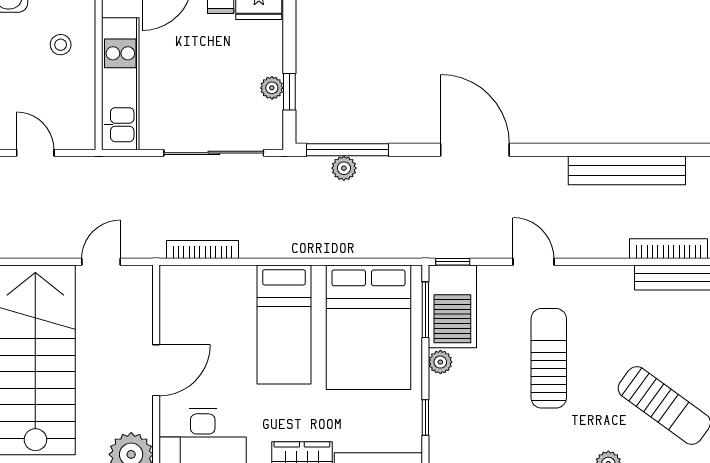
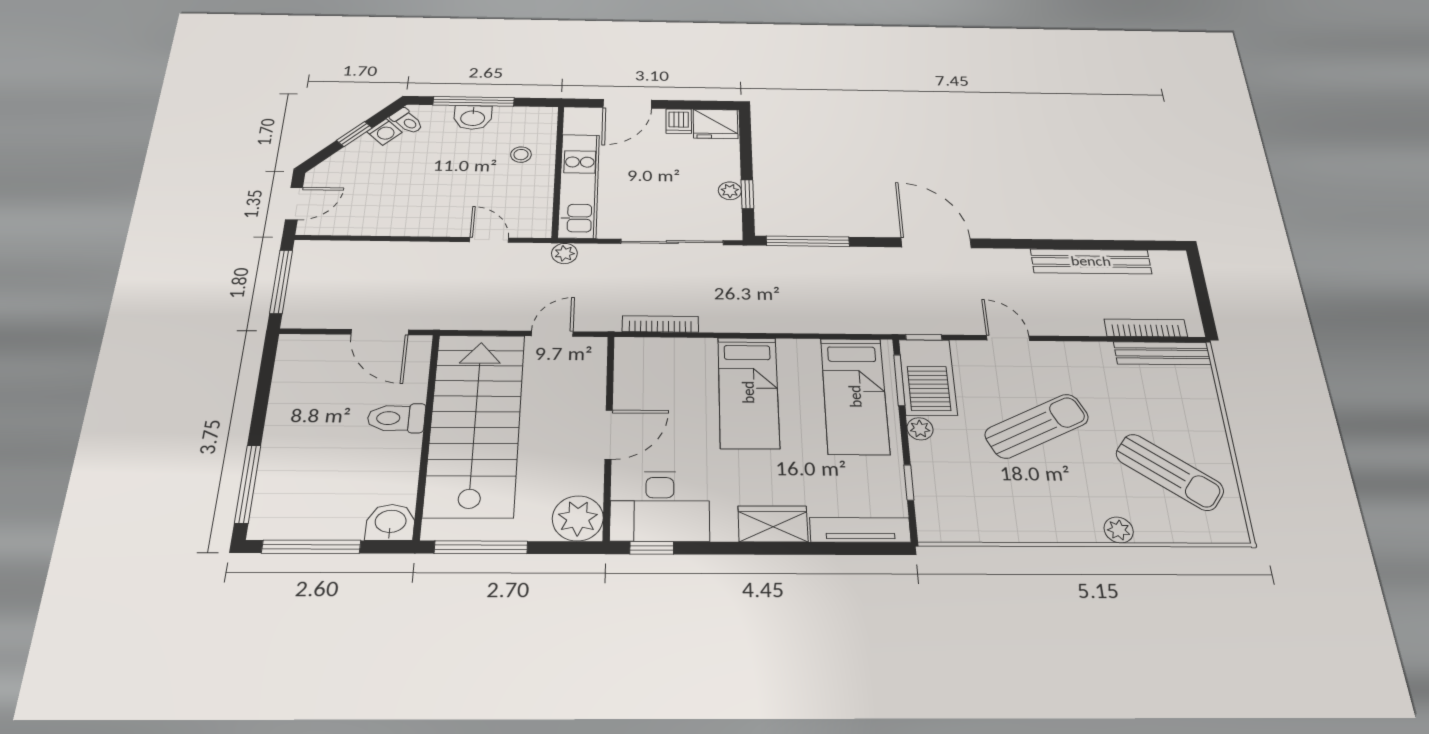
plant: (344, 168) -> (564, 253), moved
bed: (368, 327) -> (855, 396), width x0.67
sun lounger: (549, 358) -> (1037, 426), turned 64

